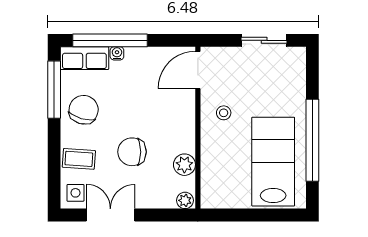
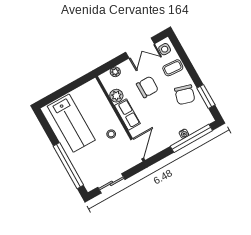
row of seats: (84, 58) -> (127, 114), moved, turned 90
window: (54, 90) -> (206, 96), width x0.69
window: (312, 140) -> (68, 166), moved
plant: (185, 200) -> (115, 72), moved

